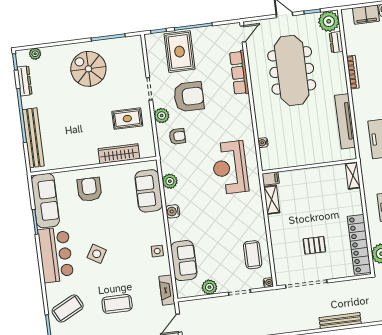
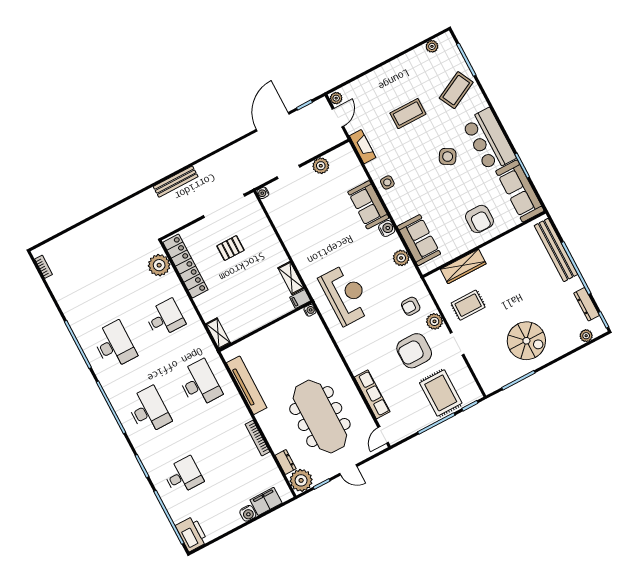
water cooler: (263, 143) -> (310, 310), moved
coffee table: (253, 255) -> (289, 215), removed
sofa: (184, 261) -> (368, 205), moved

